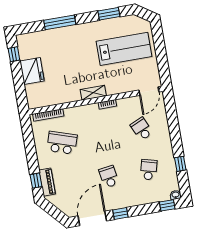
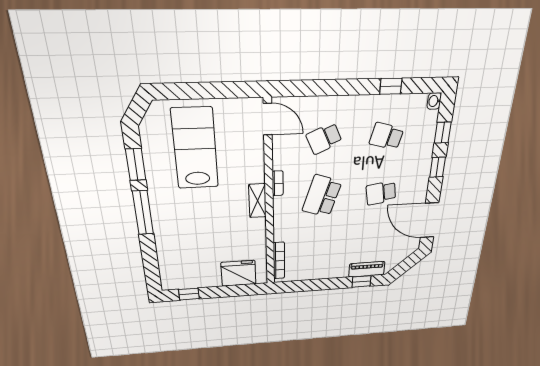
window: (60, 22) -> (143, 213), moved
fridge: (32, 71) -> (239, 273), moved
school desk: (62, 143) -> (322, 196), moved
window: (167, 205) -> (443, 133), moved
window: (120, 214) -> (438, 167), moved

